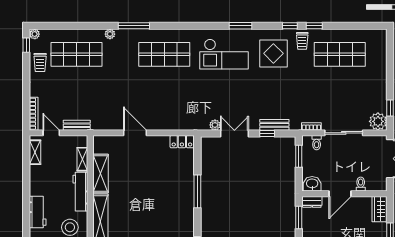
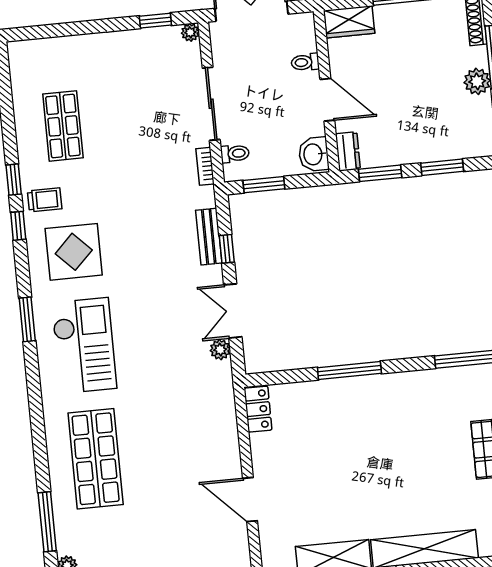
shop shelf: (340, 54) -> (63, 126), width x0.70, depth x0.74
plant: (378, 121) -> (190, 32), width x0.53, depth x0.53
door: (135, 133) -> (250, 500), hinge flipped

